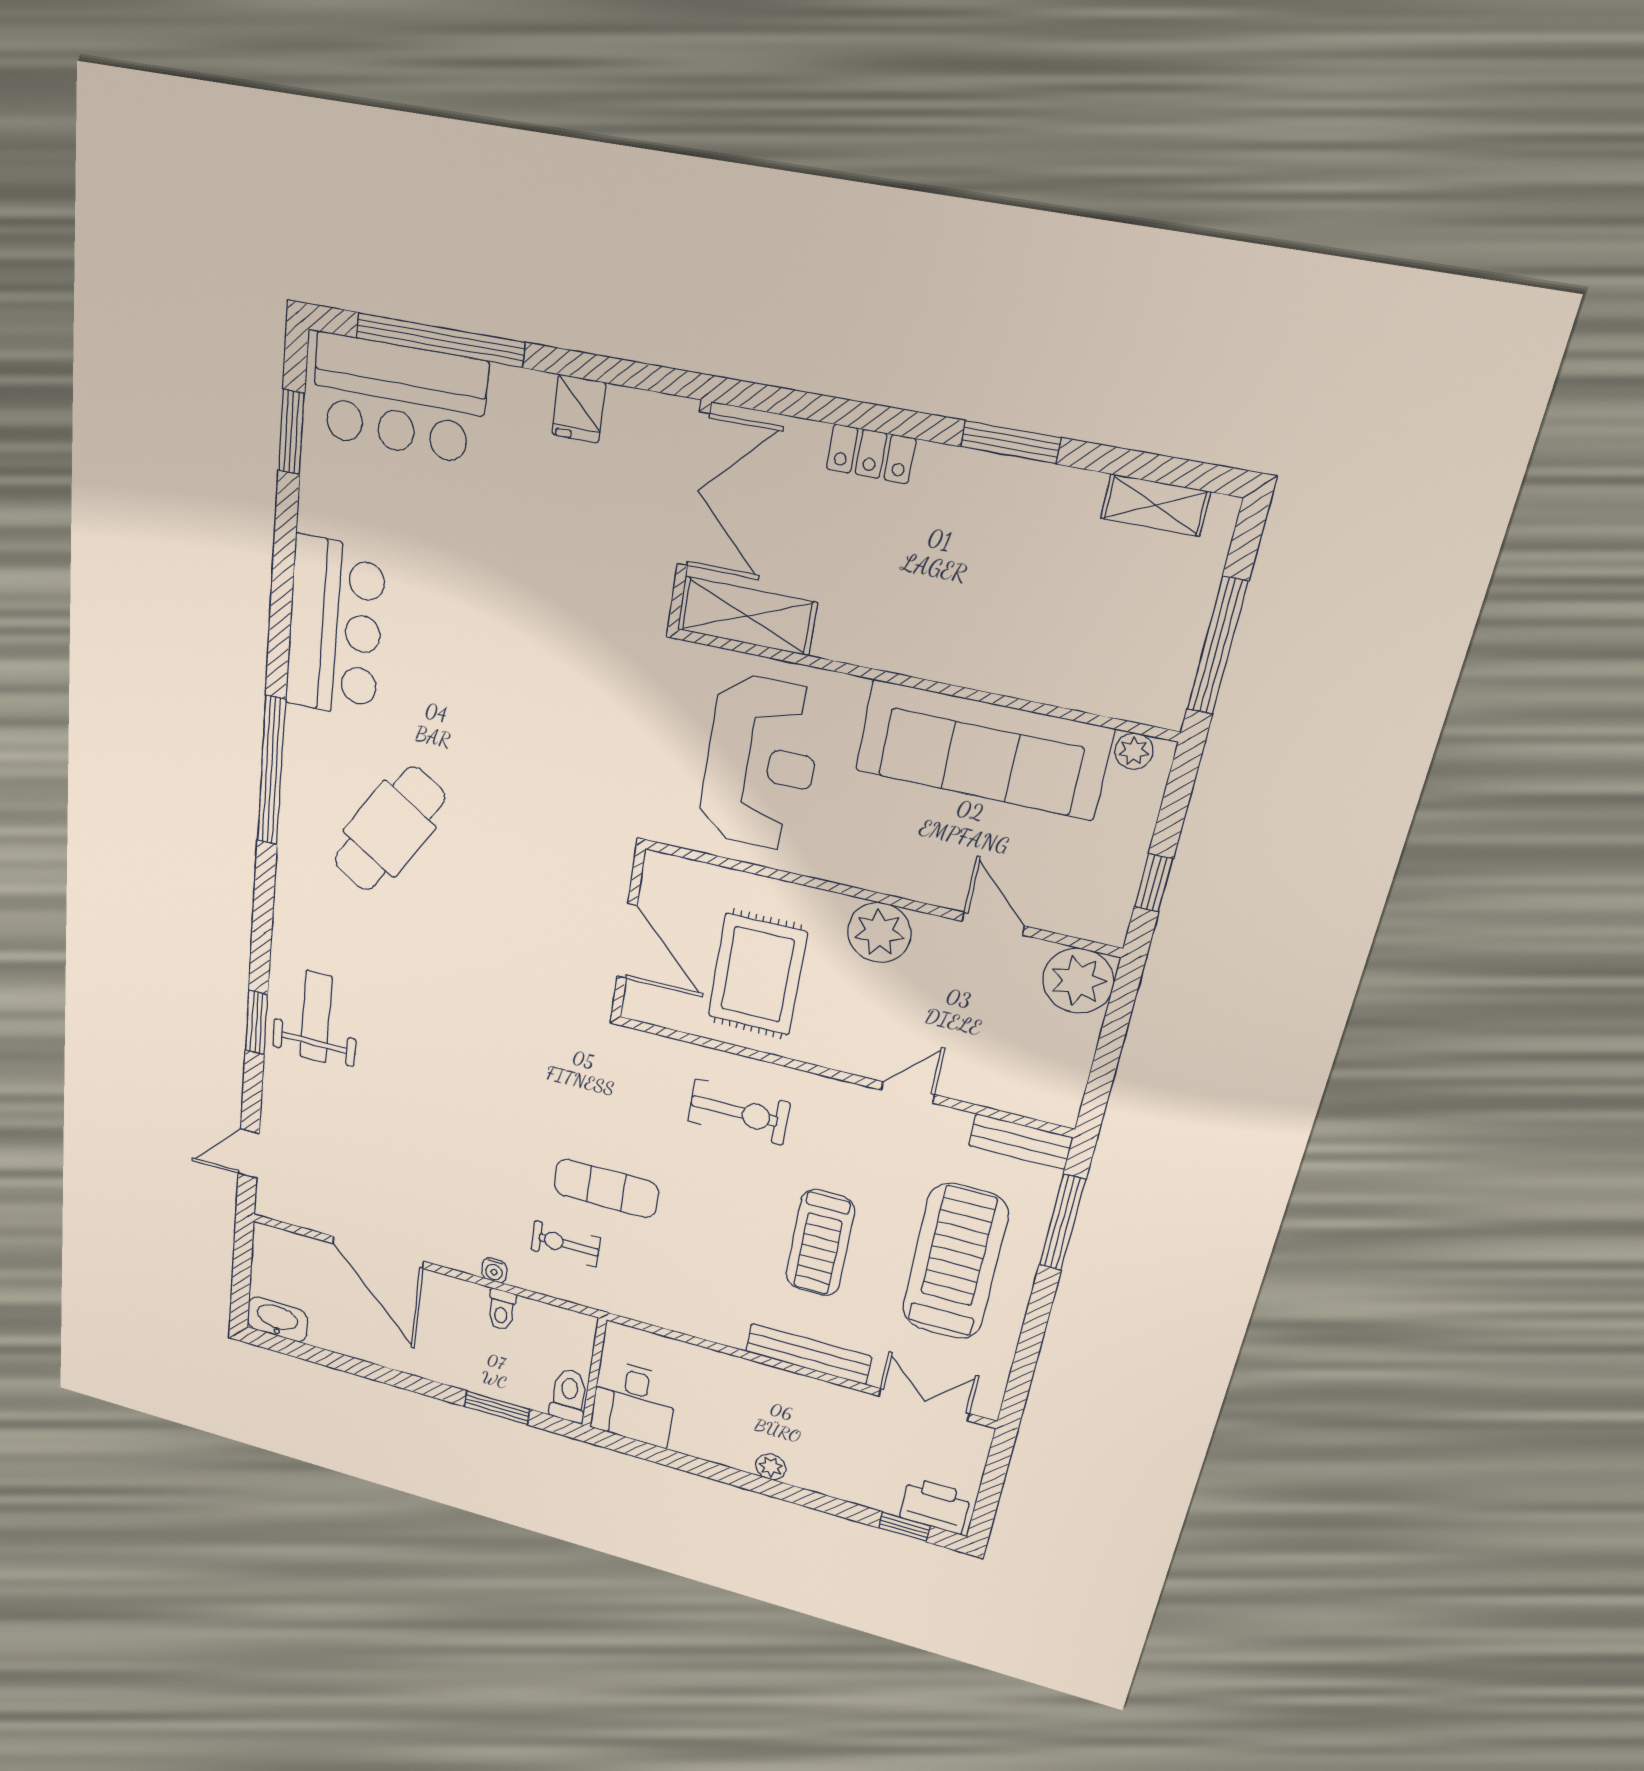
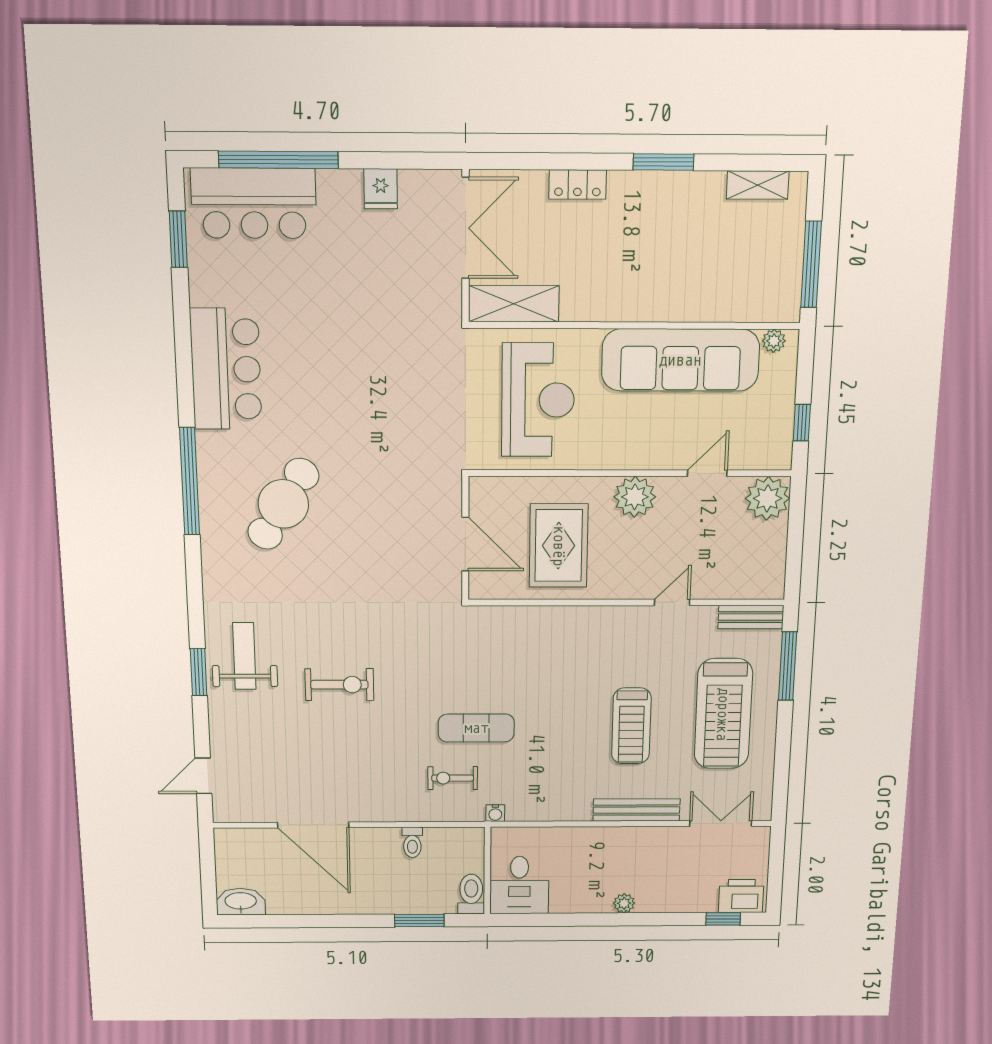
door: (993, 924) -> (707, 473), hinge flipped
exercise bike: (739, 1112) -> (339, 685), moved
treadmill: (955, 1262) -> (723, 714), turned 180
water cooler: (494, 1270) -> (495, 813), moved

